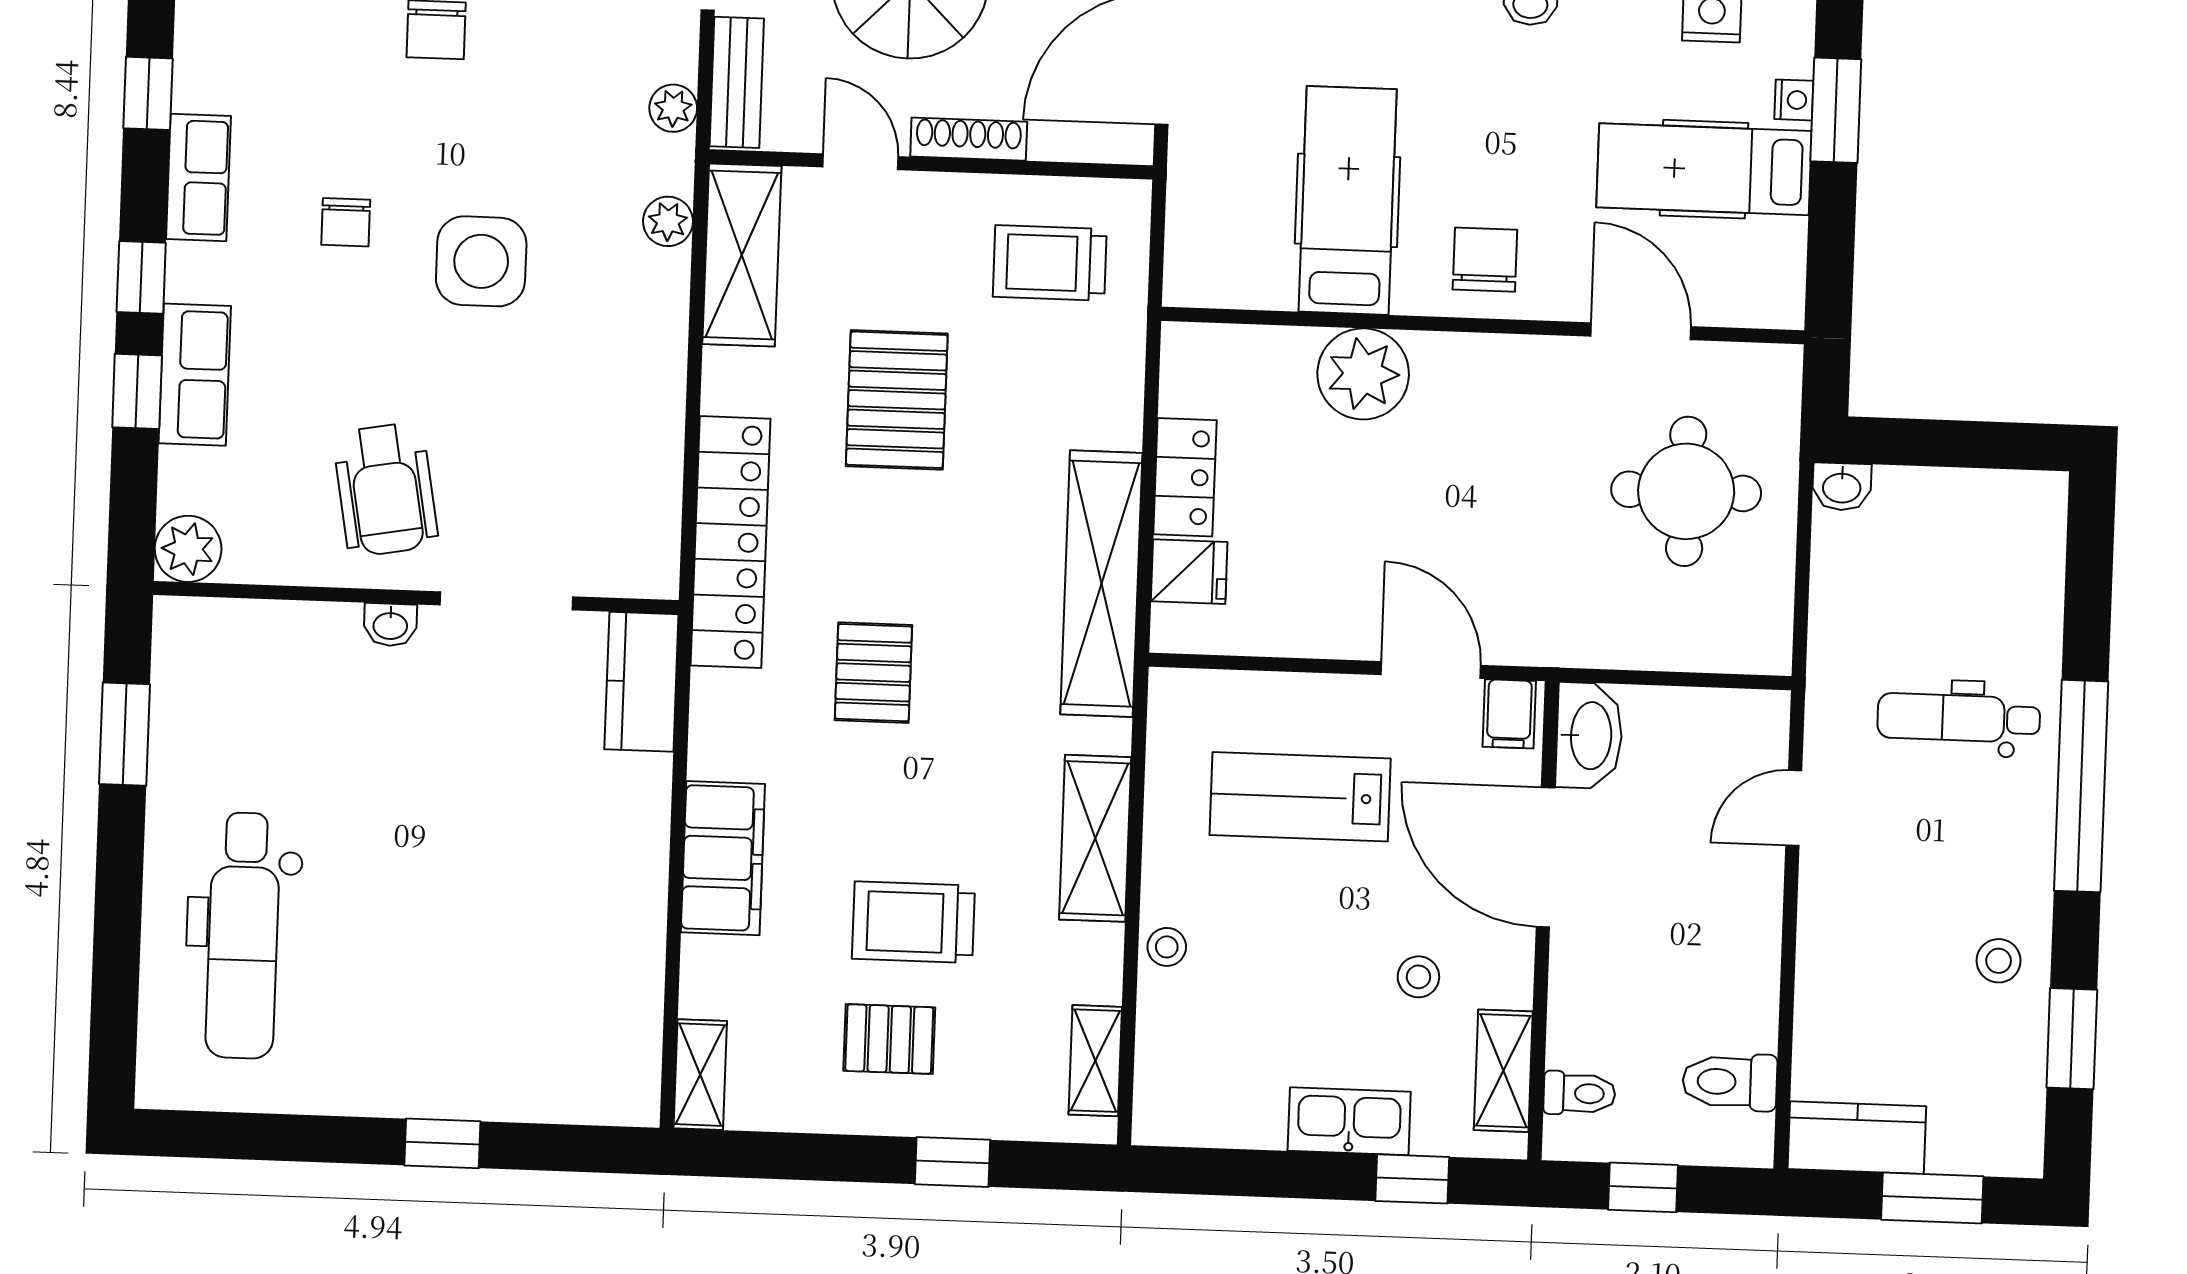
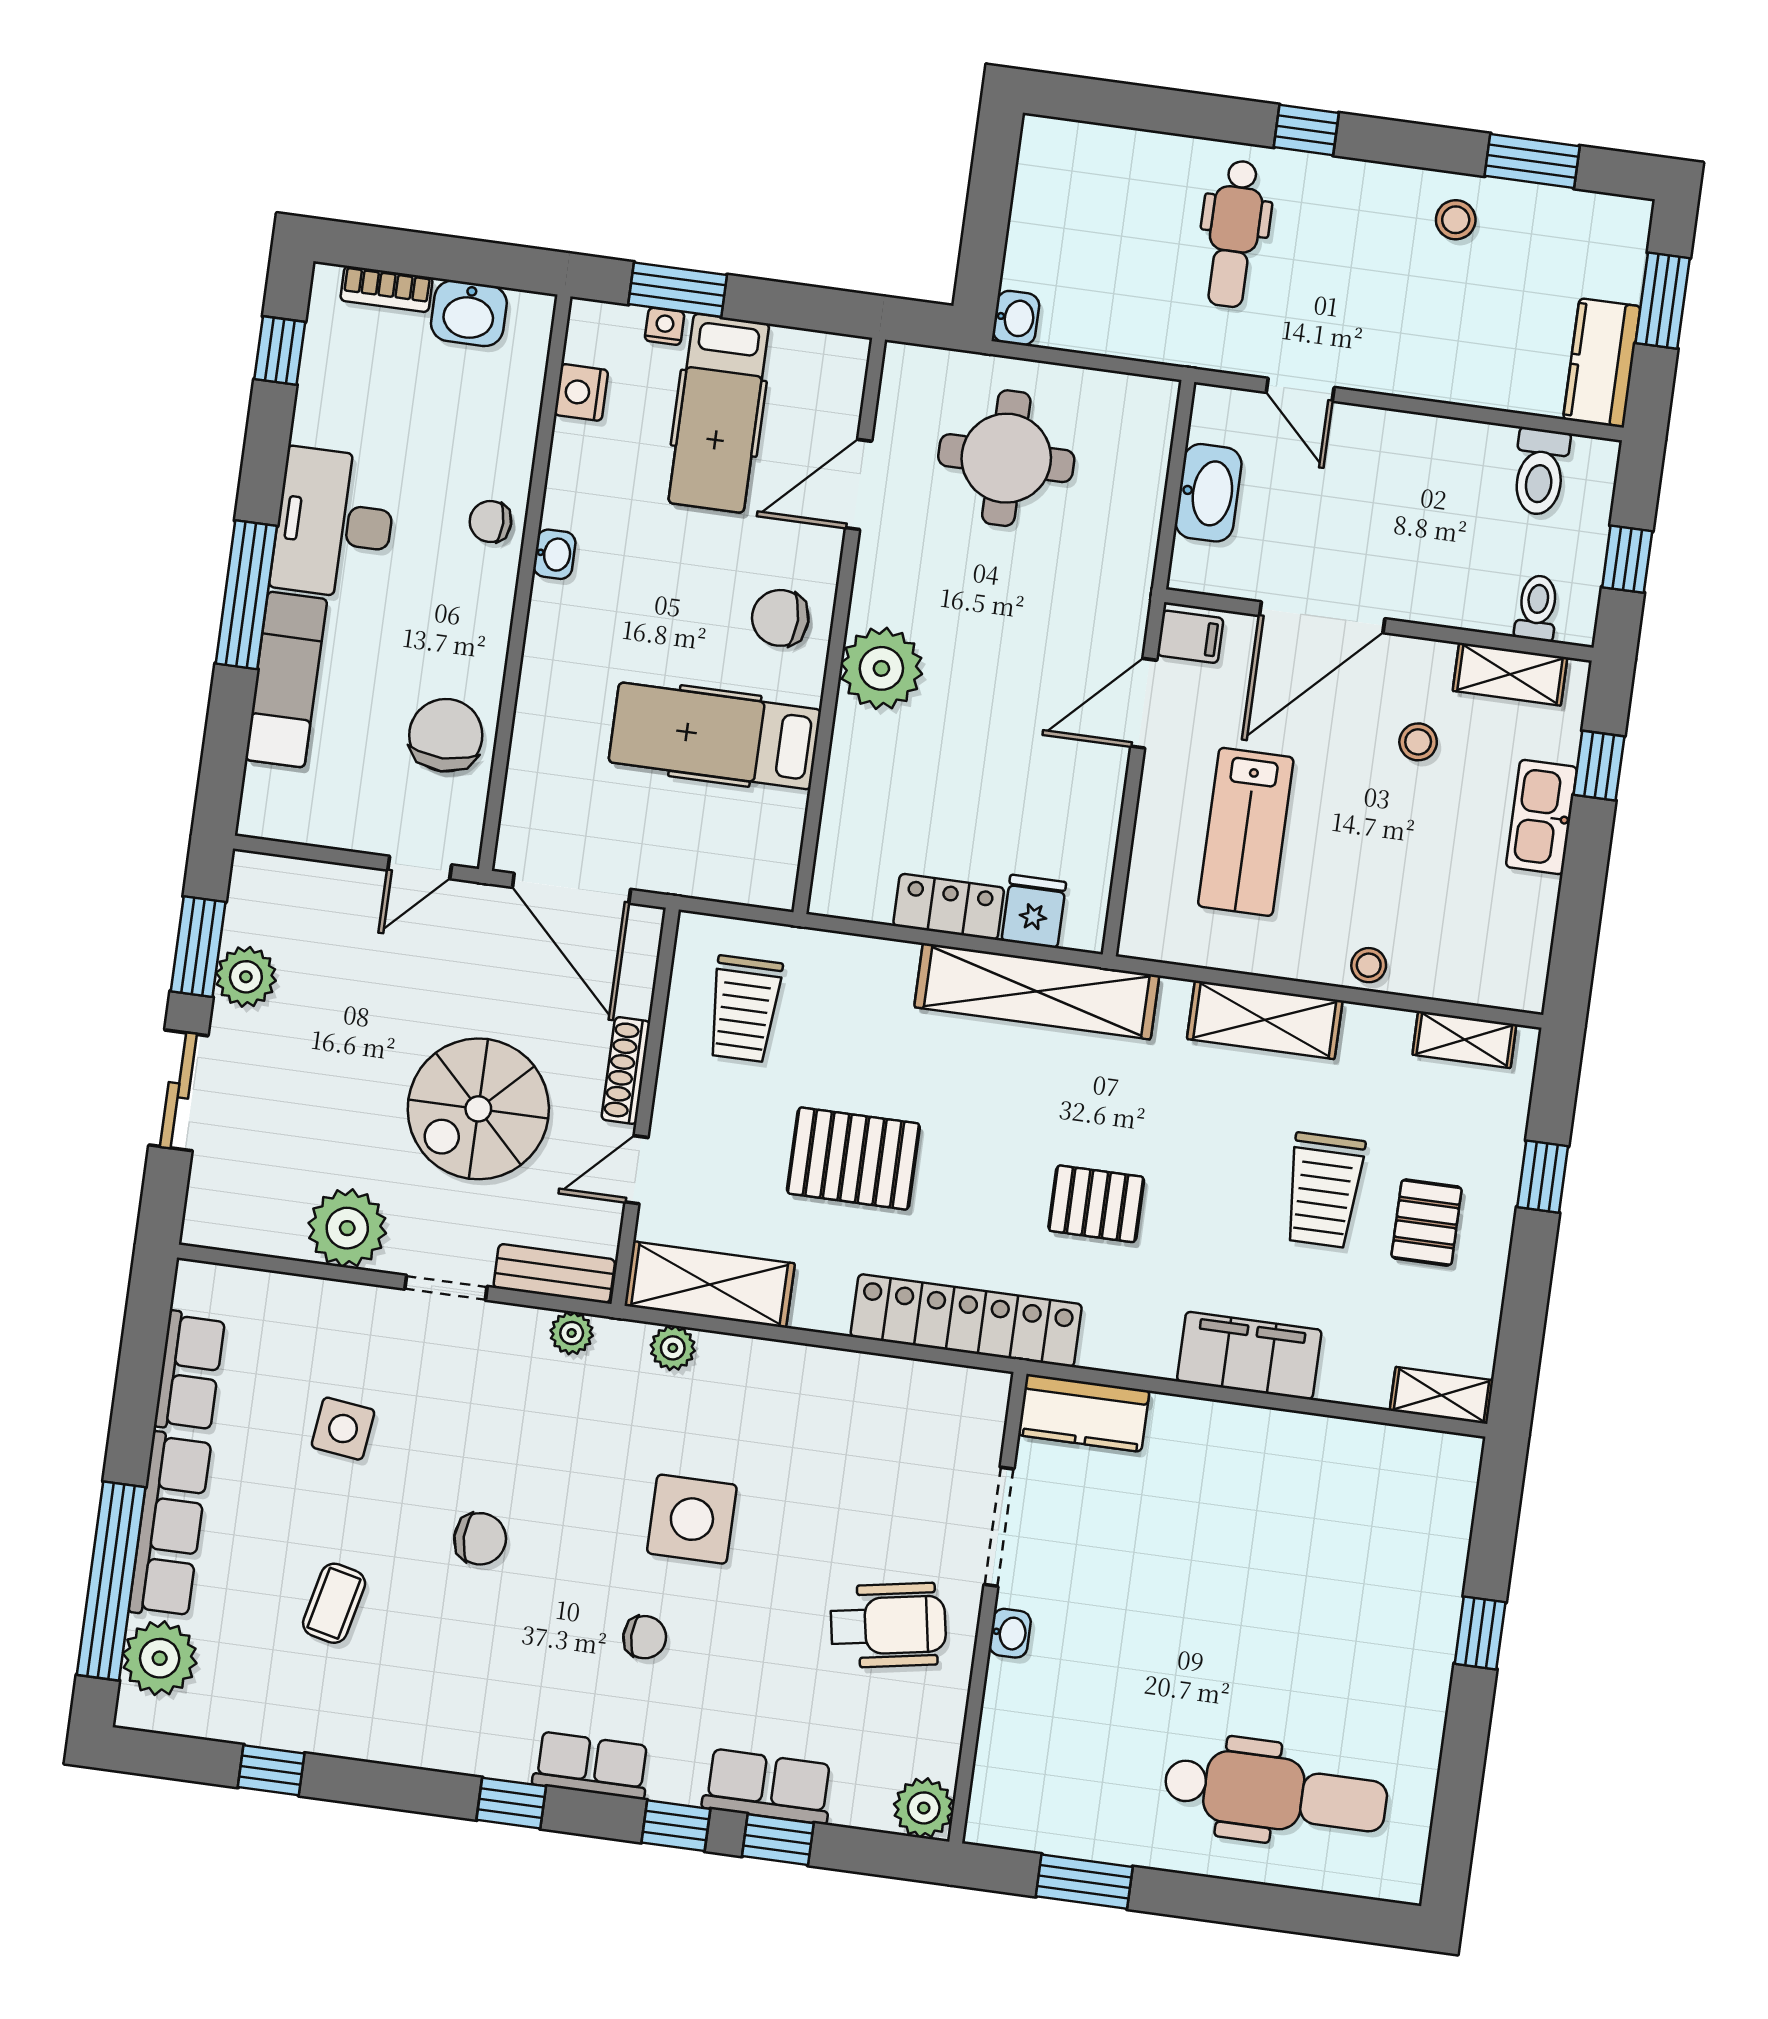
plant: (1363, 374) -> (881, 668), moved
washbasin: (1589, 736) -> (1208, 493), moved, turned 90
window: (2081, 786) -> (1306, 130), width x0.32

